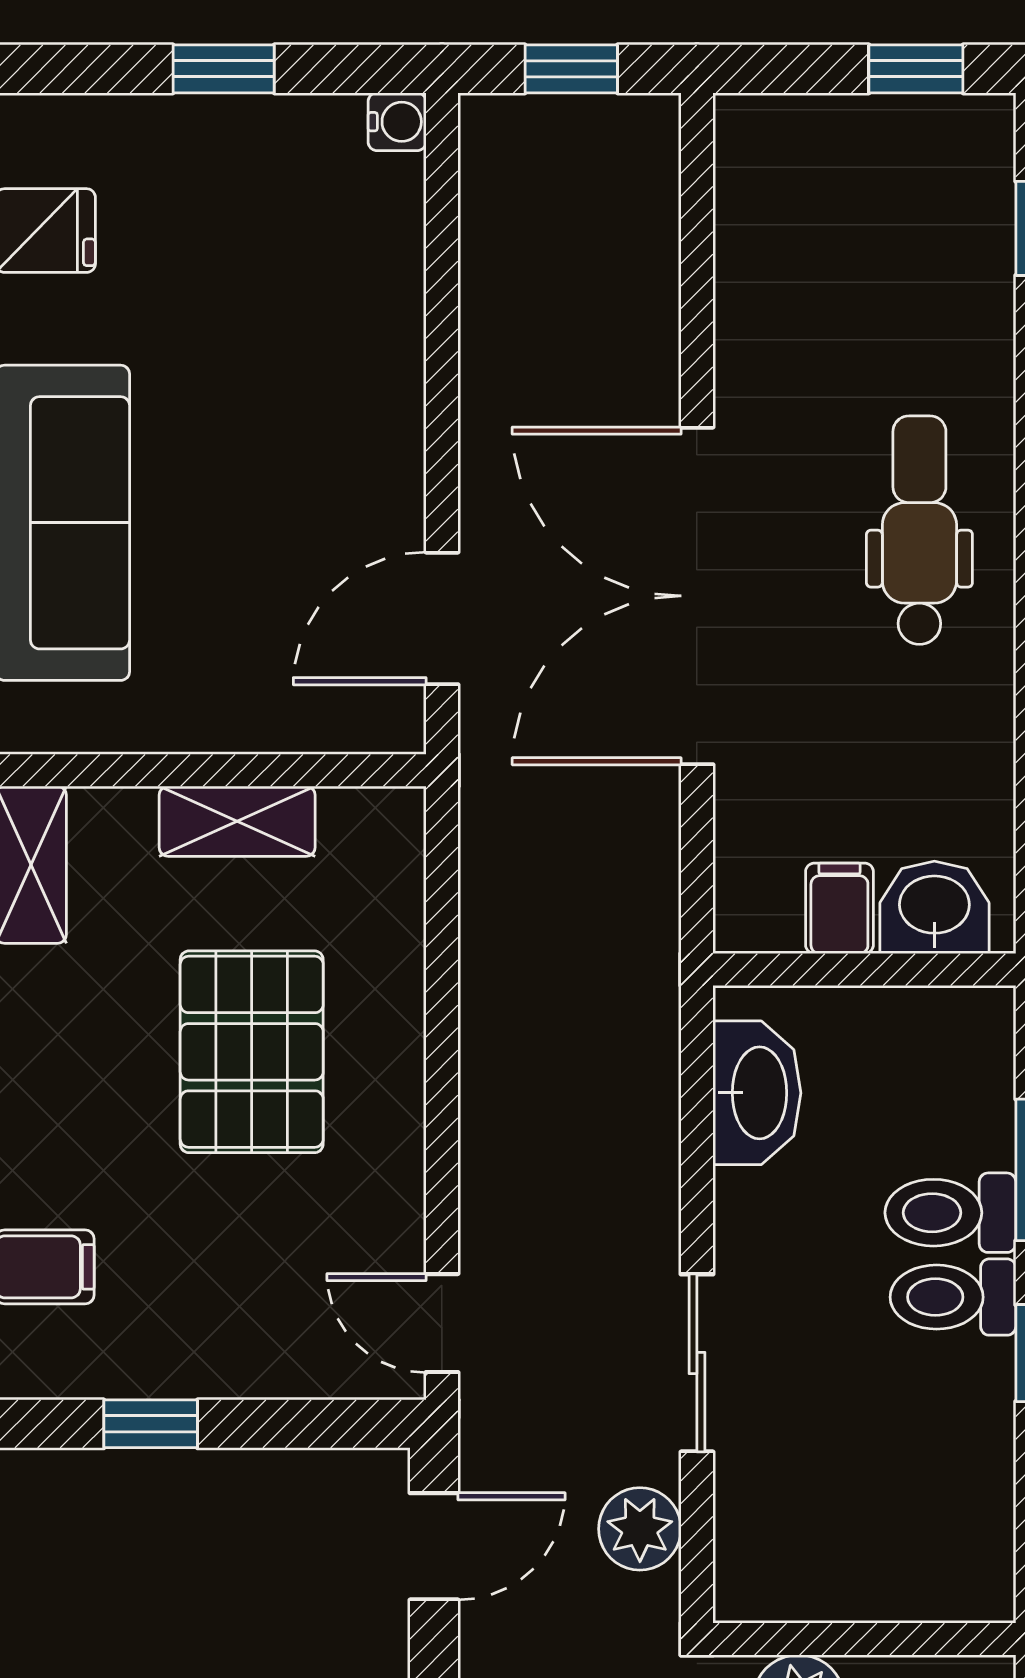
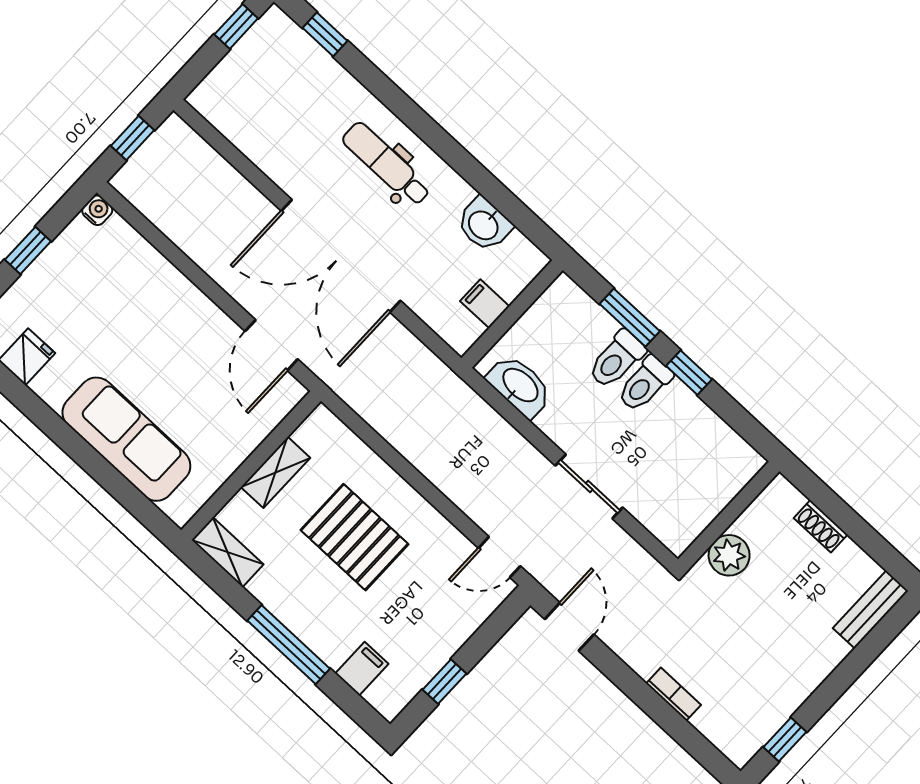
washbasin: (934, 907) -> (484, 225), moved, turned -90
plant: (640, 1529) -> (626, 555), removed

